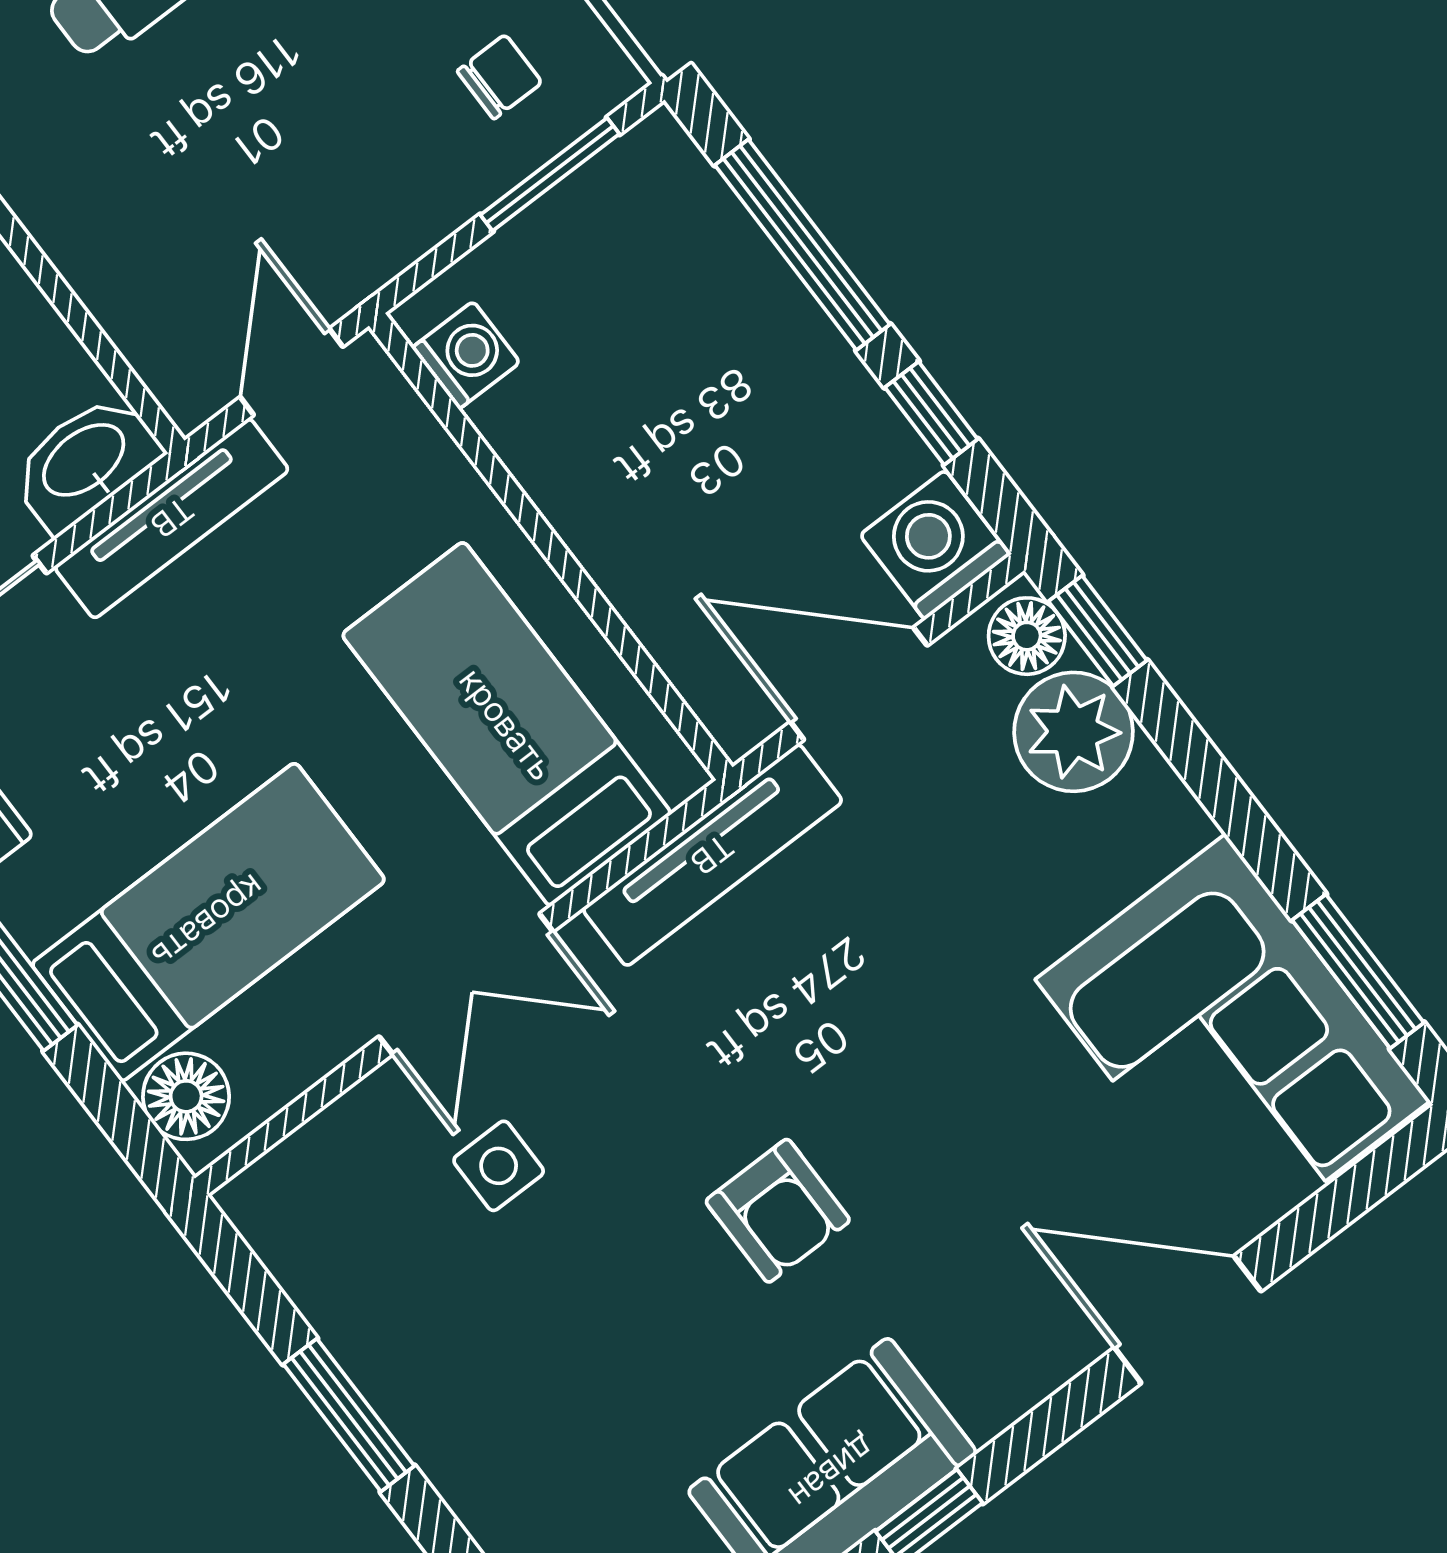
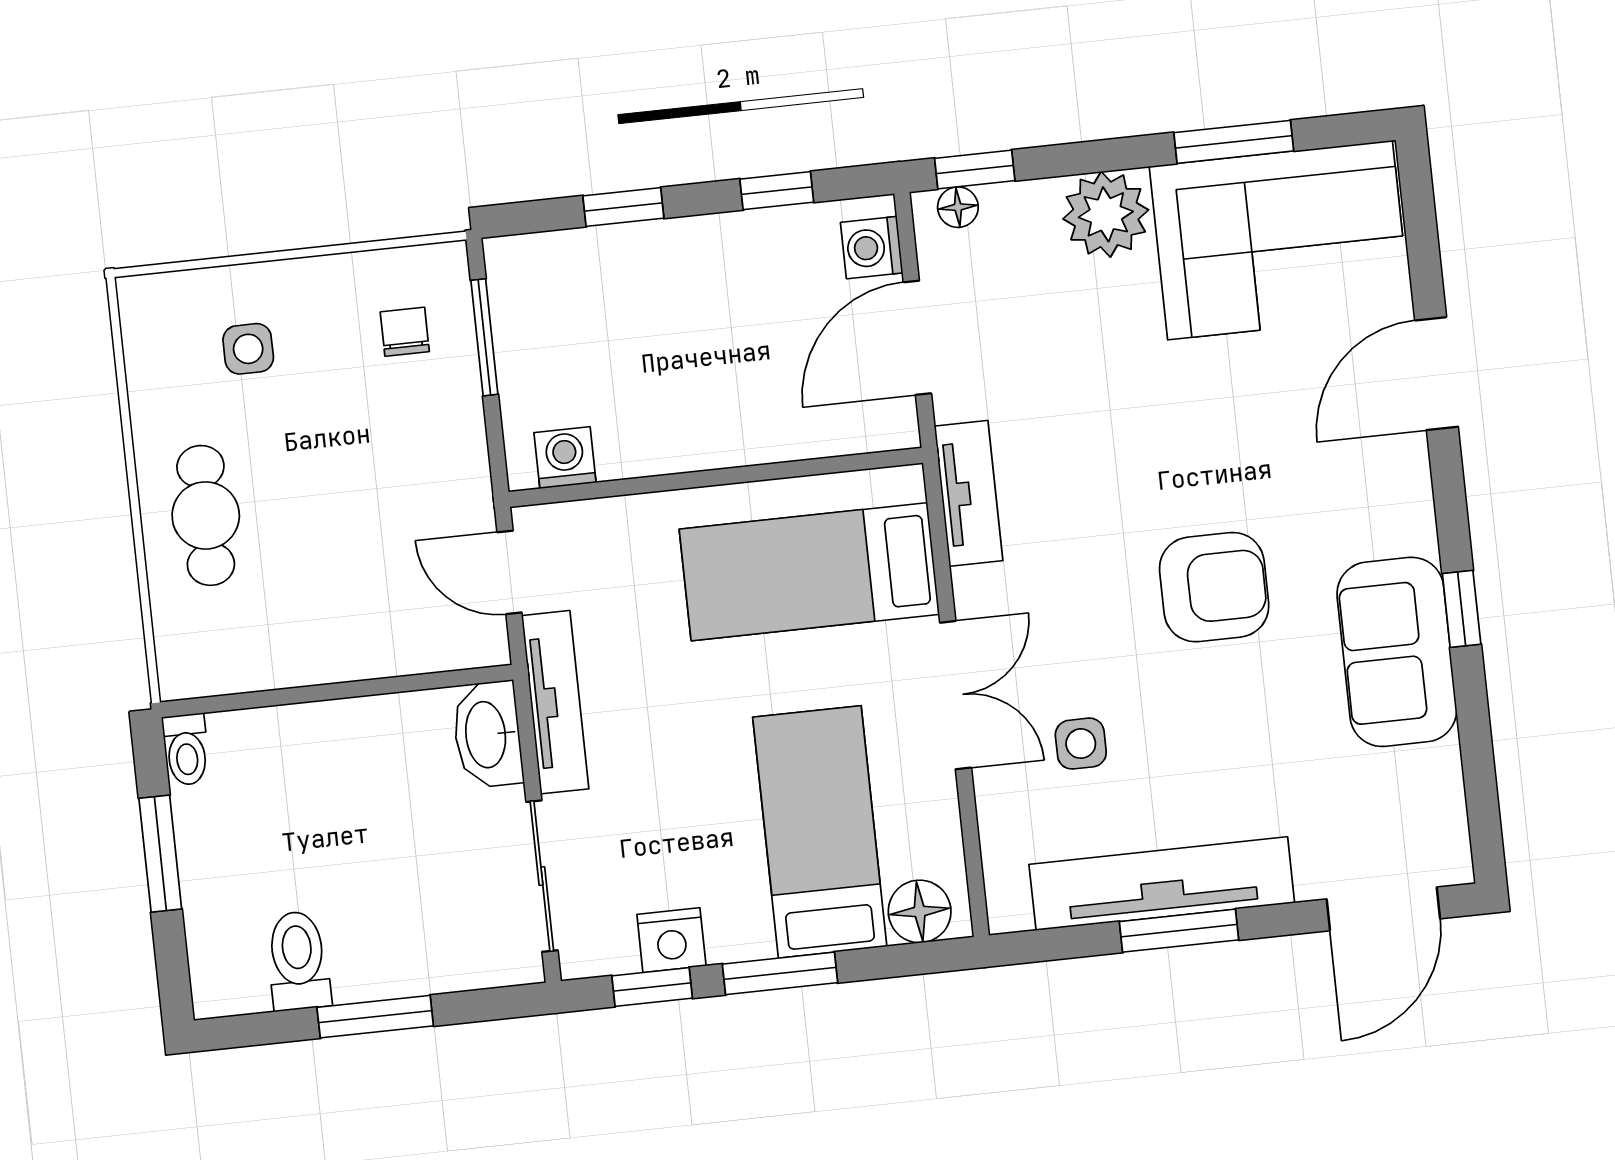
window: (802, 245) -> (623, 207), width x0.46
washing machine: (935, 545) -> (872, 248), width x0.73, depth x0.73
floor lamp: (1027, 636) -> (958, 207), width x0.73, depth x0.73
plant: (1073, 732) -> (1106, 214), moved
tv unit: (712, 855) -> (969, 493), width x0.71
window: (1358, 971) -> (1234, 142), moved
armchair: (778, 1211) -> (1214, 587), width x1.38, depth x1.38
tv unit: (392, 1361) -> (1162, 884), added

